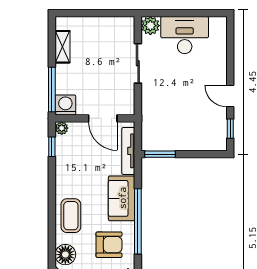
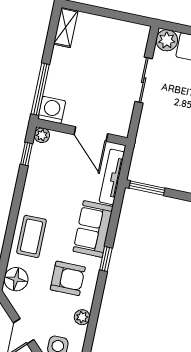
shelving: (63, 47) -> (66, 27), moved
window: (138, 221) -> (106, 259), width x0.32

